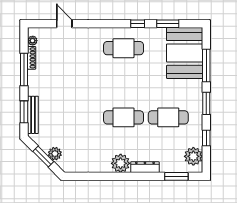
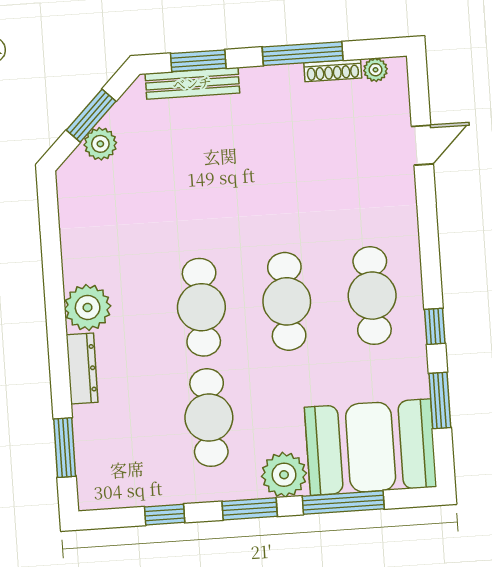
cafe table: (124, 83) -> (287, 301), added
plant: (193, 156) -> (284, 475), moved

